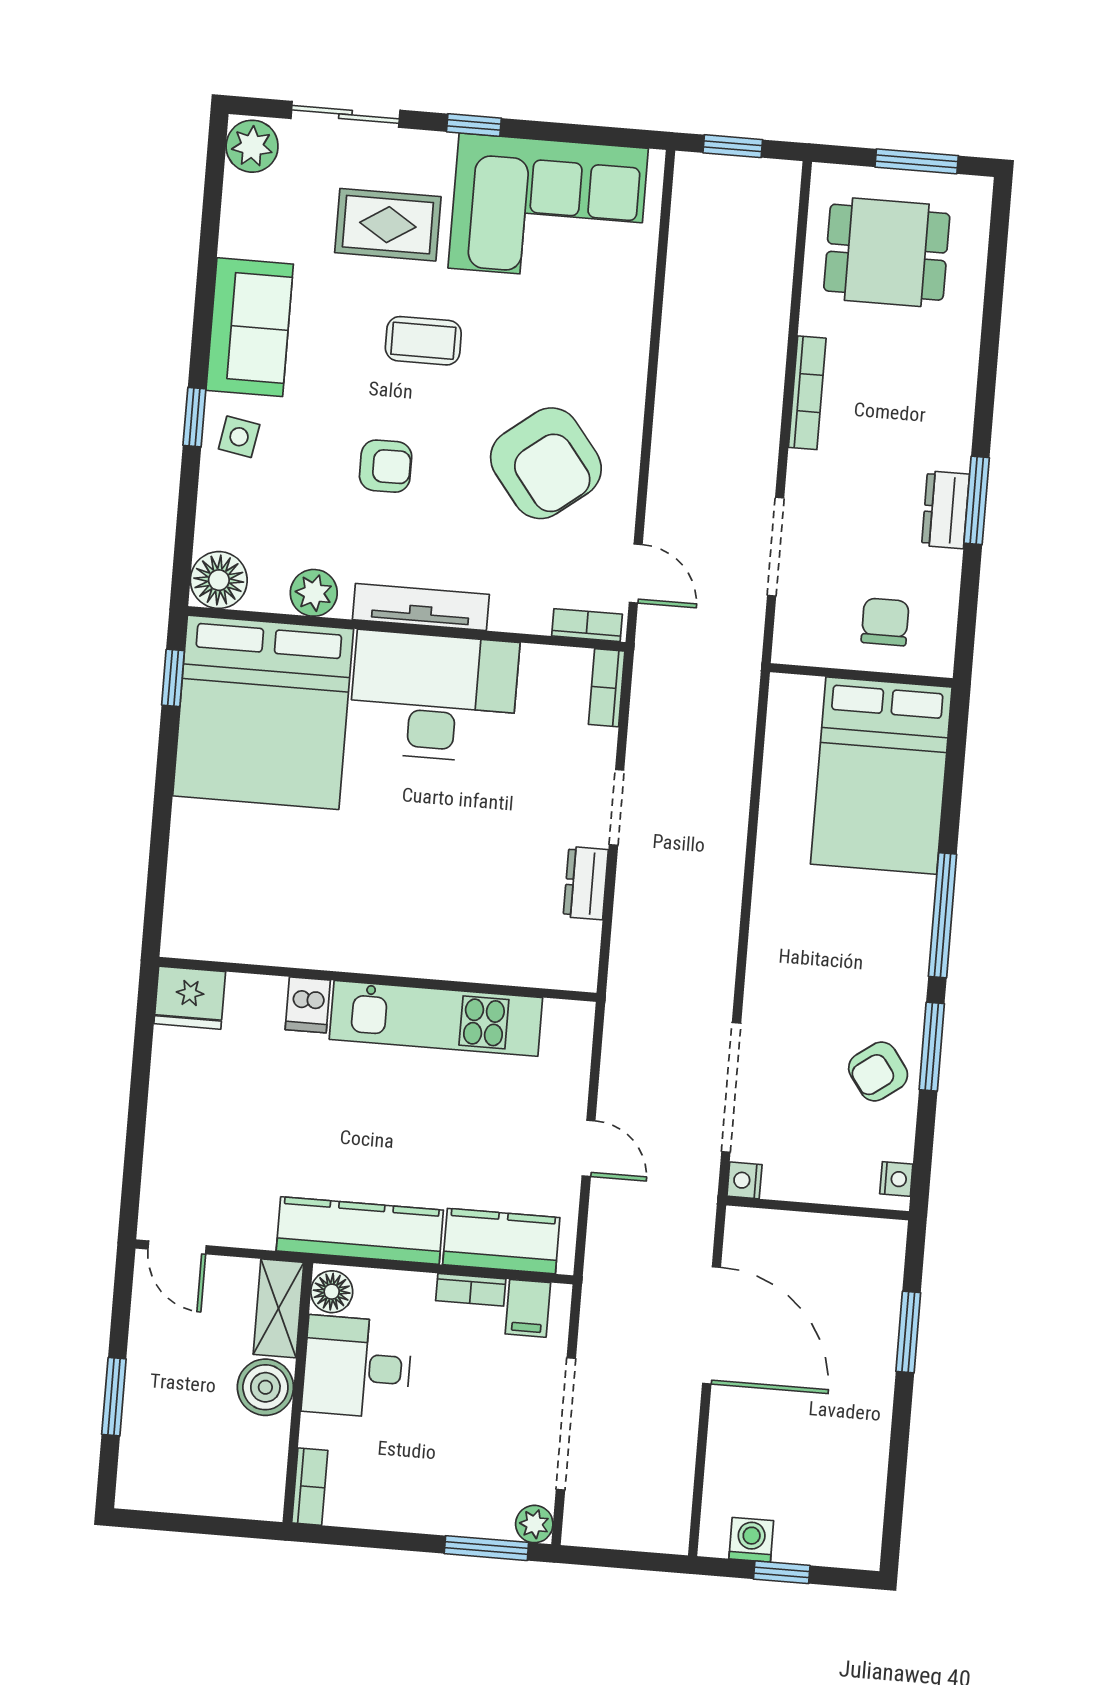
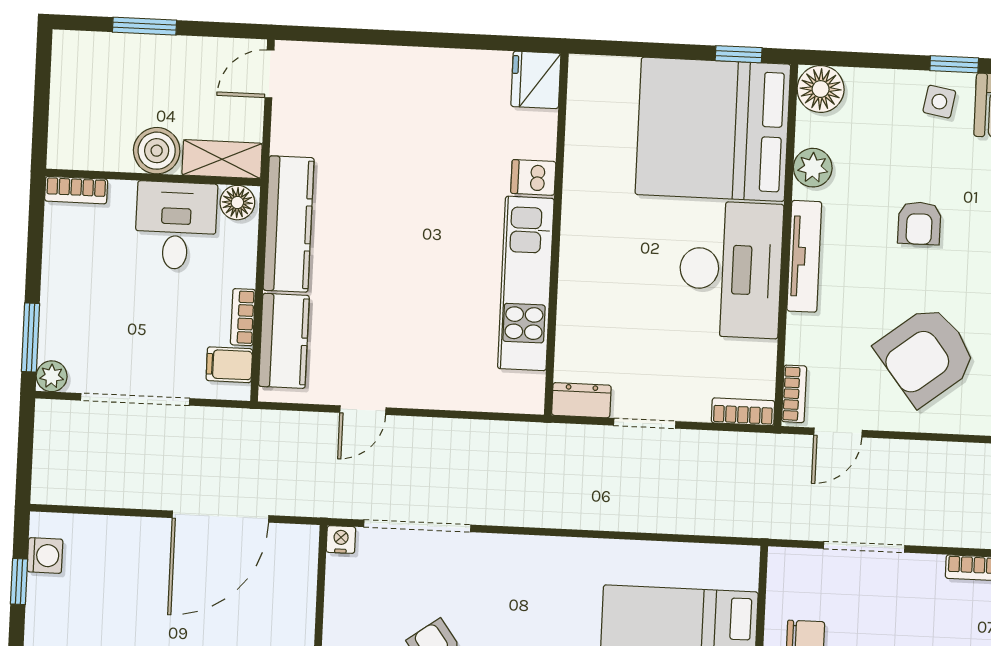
wall: (378, 979) -> (556, 234), moved
fridge: (190, 998) -> (536, 80), moved
dishwasher: (308, 1005) -> (533, 177), moved
kitchen unit: (436, 1018) -> (526, 283), moved

